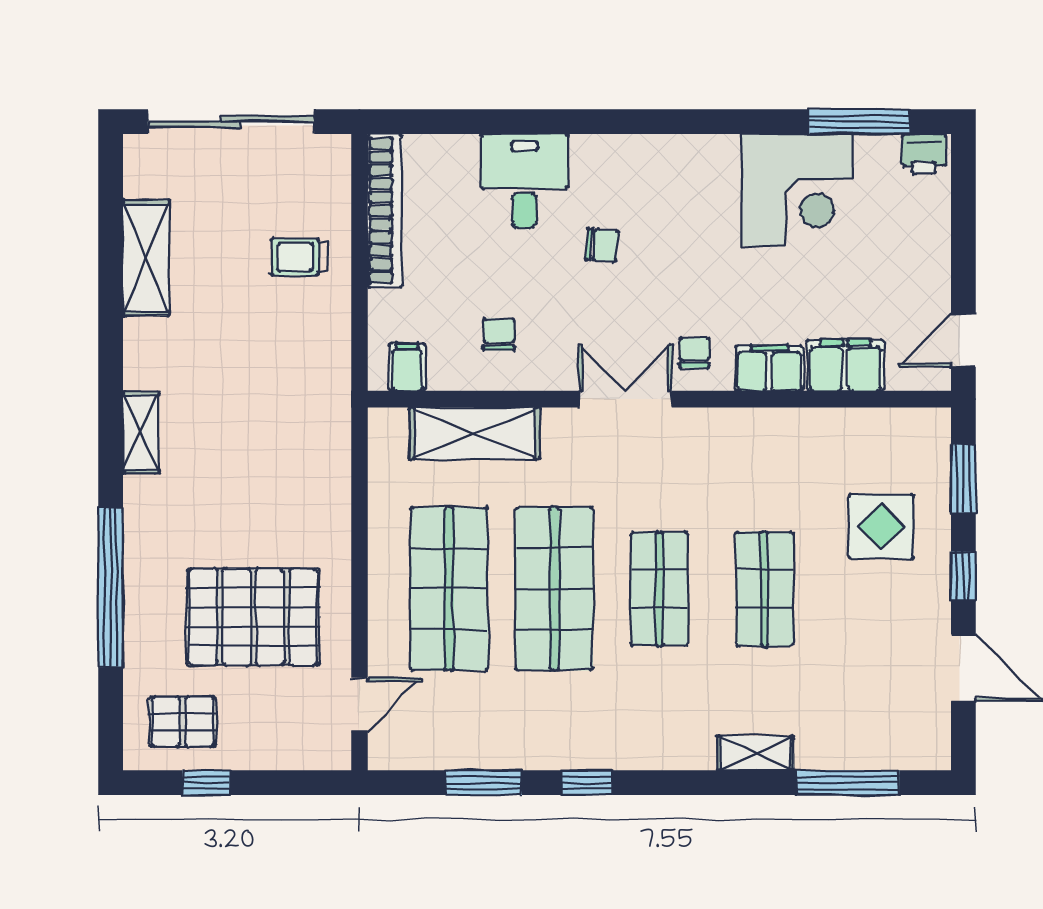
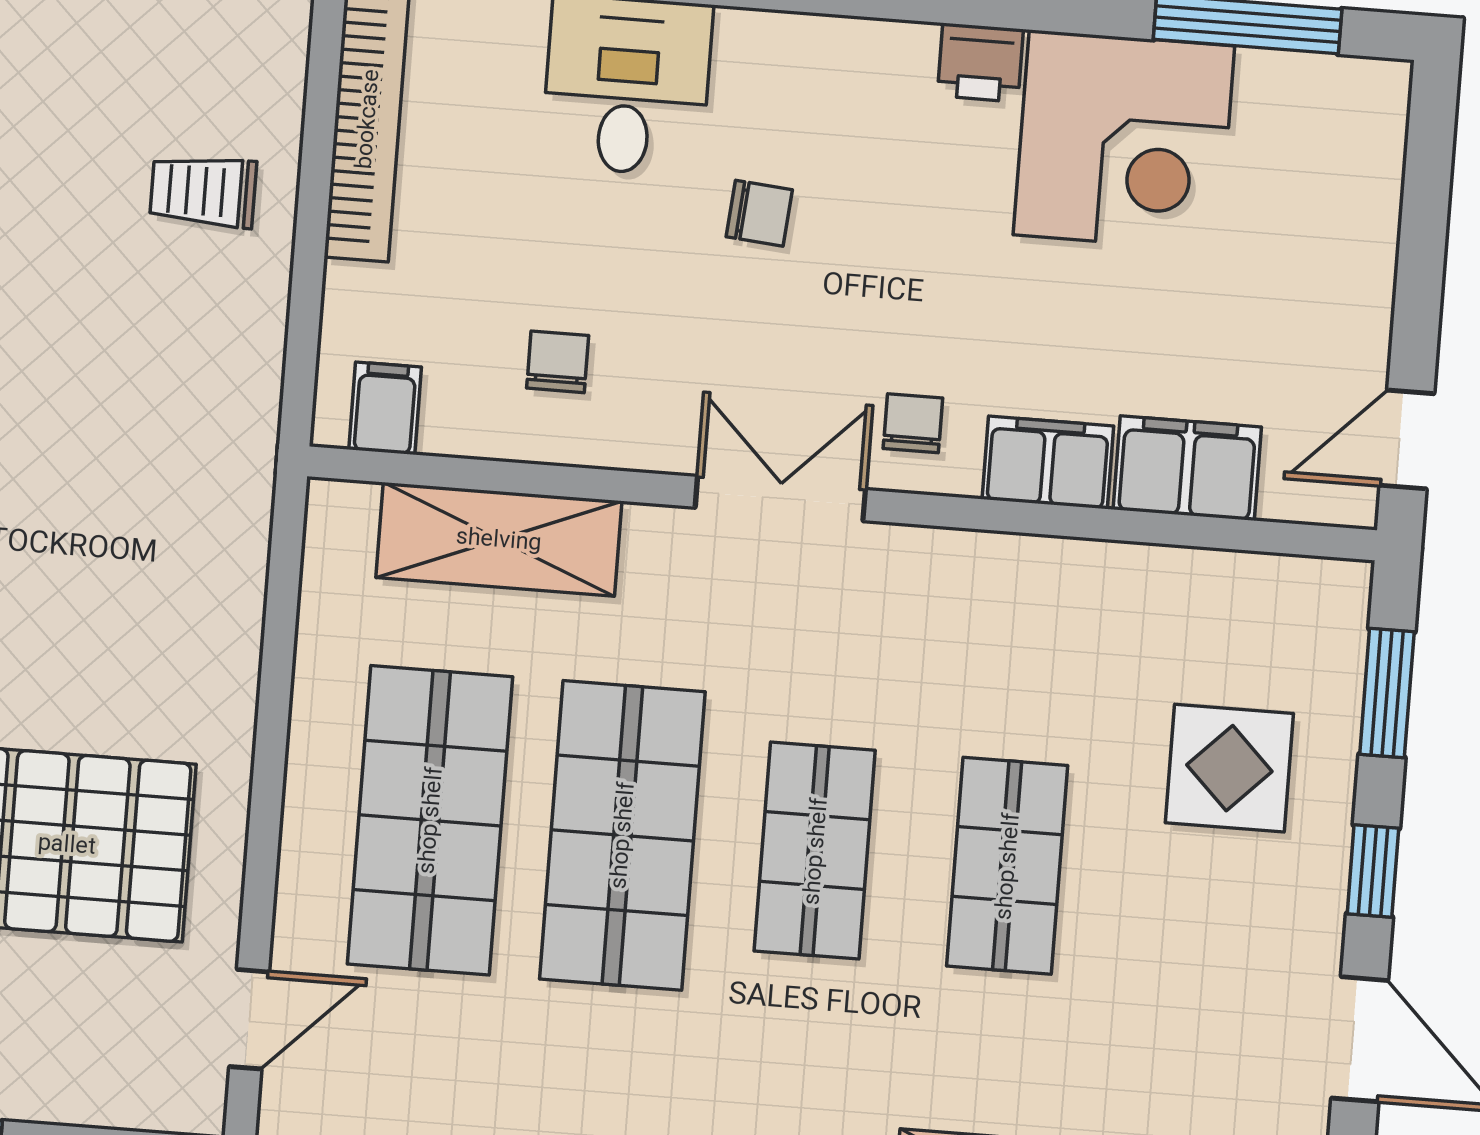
printer: (924, 154) -> (980, 63), moved

